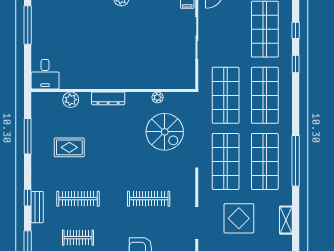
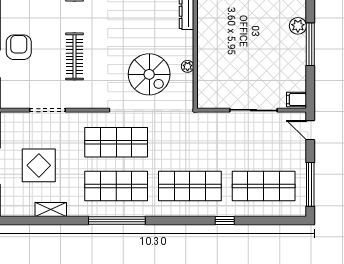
window: (296, 30) -> (262, 220), removed
shop shelf: (226, 95) -> (190, 142), removed
spiral stairs: (165, 132) -> (149, 74), turned -90
display table: (239, 218) -> (39, 165), moved

